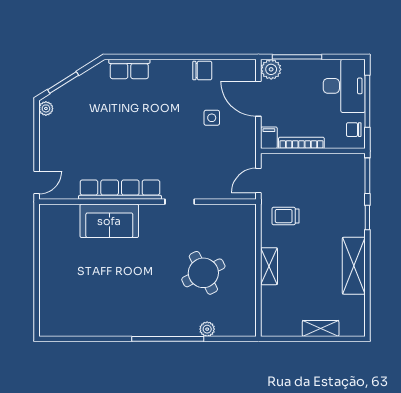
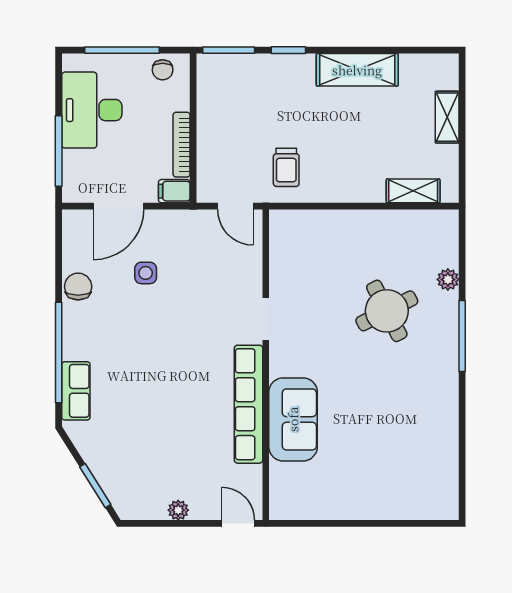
window: (156, 57) -> (59, 352), added
plant: (271, 69) -> (76, 188), removed
desk: (344, 86) -> (92, 110), moved, turned -90
plant: (46, 108) -> (178, 510), moved
shelving: (269, 266) -> (413, 191), moved
round table: (203, 273) -> (387, 311), moved
window: (168, 339) -> (462, 336), width x0.68

